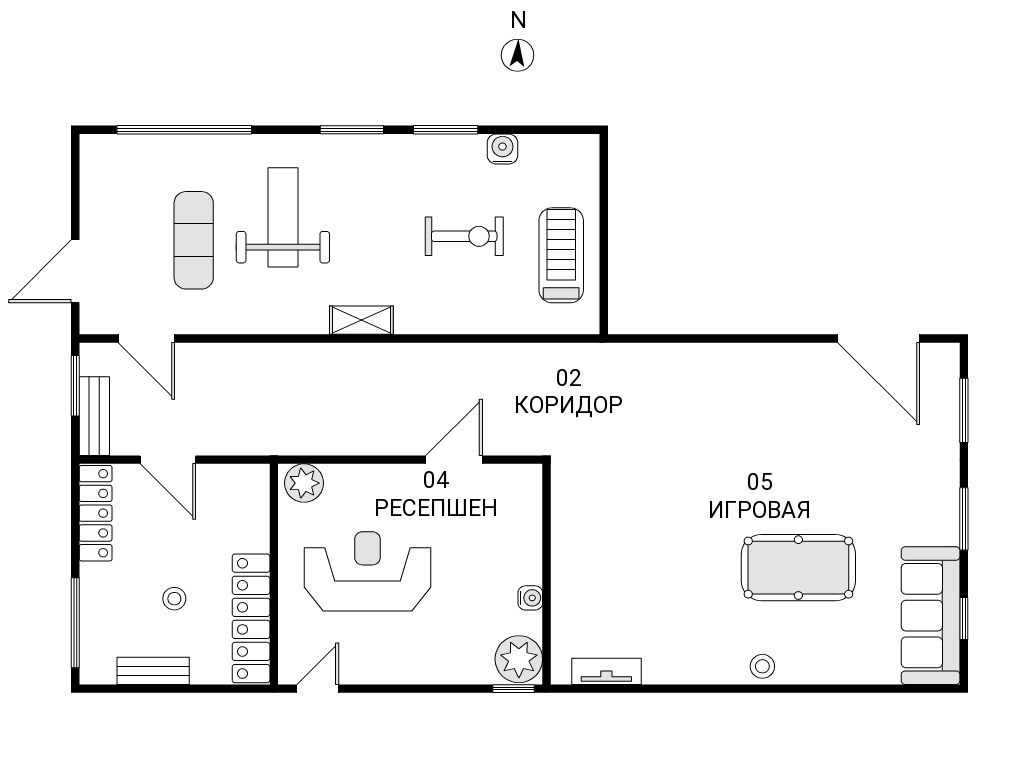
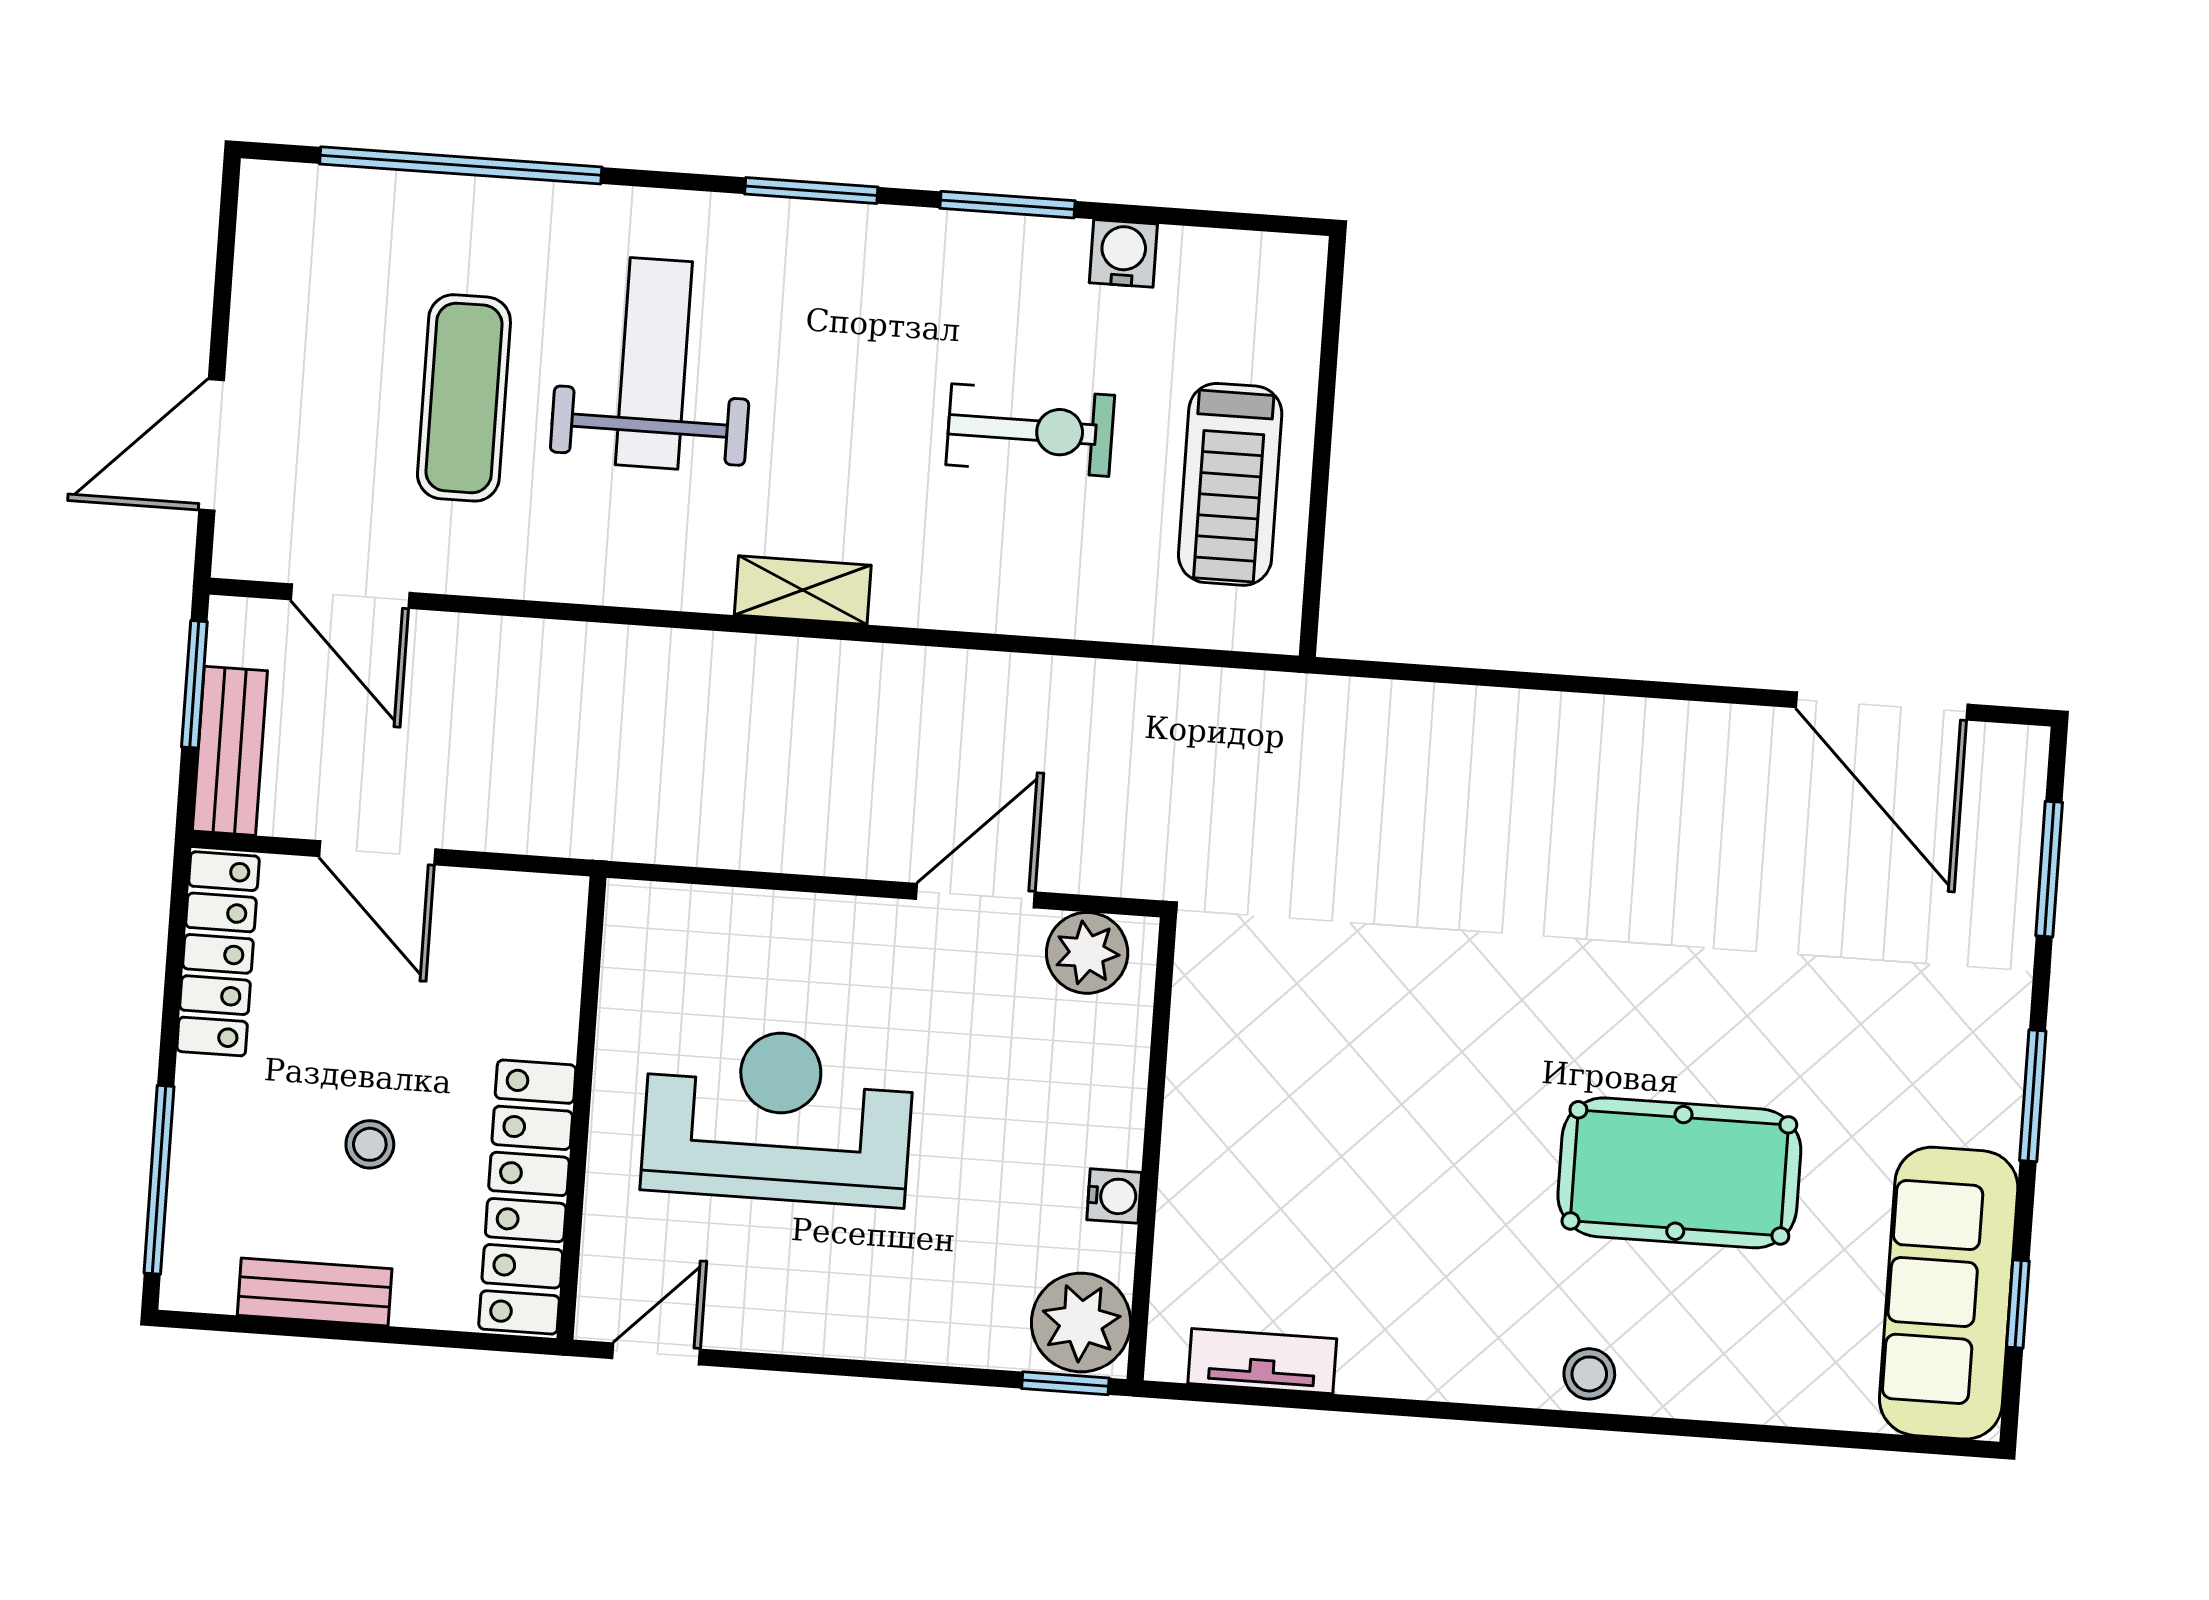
treadmill: (561, 255) -> (1230, 484), turned 180
plant: (304, 483) -> (1087, 953), moved

